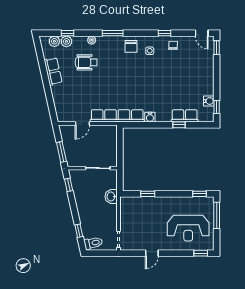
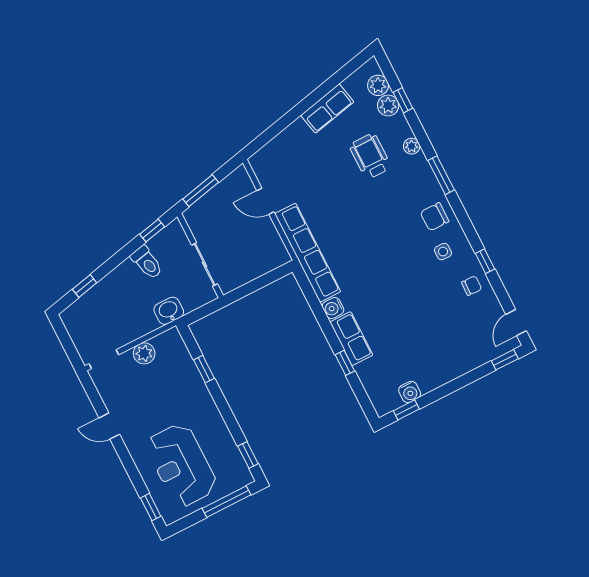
row of seats: (185, 116) -> (351, 339), moved
plant: (126, 219) -> (144, 353), added
toilet: (93, 243) -> (147, 262), moved

